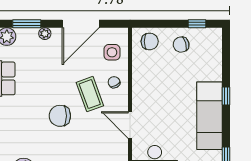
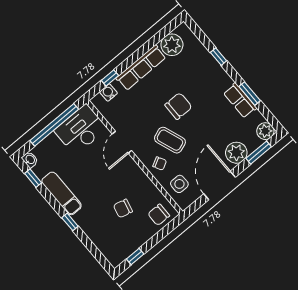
plant: (45, 34) -> (236, 153), width x1.88, depth x1.88
chair: (181, 45) -> (123, 208), moved, turned -151
exam couch: (210, 116) -> (62, 193), width x0.73, depth x0.69
door: (130, 125) -> (122, 142), swing flipped

